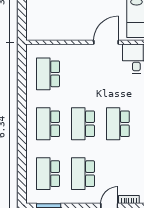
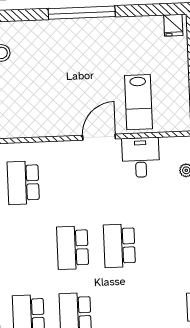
school desk: (48, 124) -> (26, 250), removed

